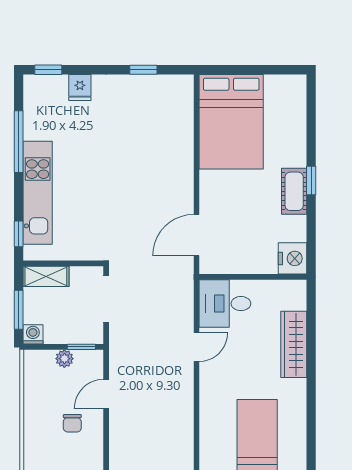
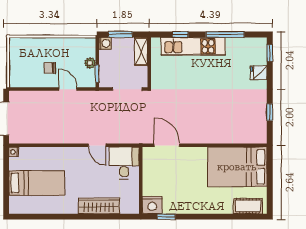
window: (311, 180) -> (166, 217), moved
cot: (294, 191) -> (248, 206), moved
window: (19, 234) -> (180, 35), moved

